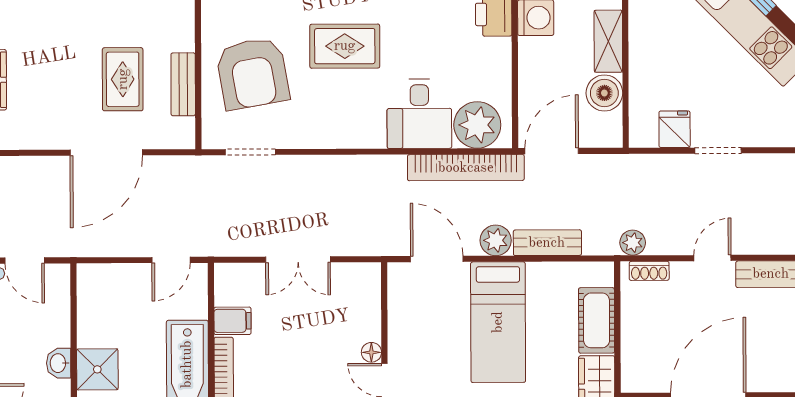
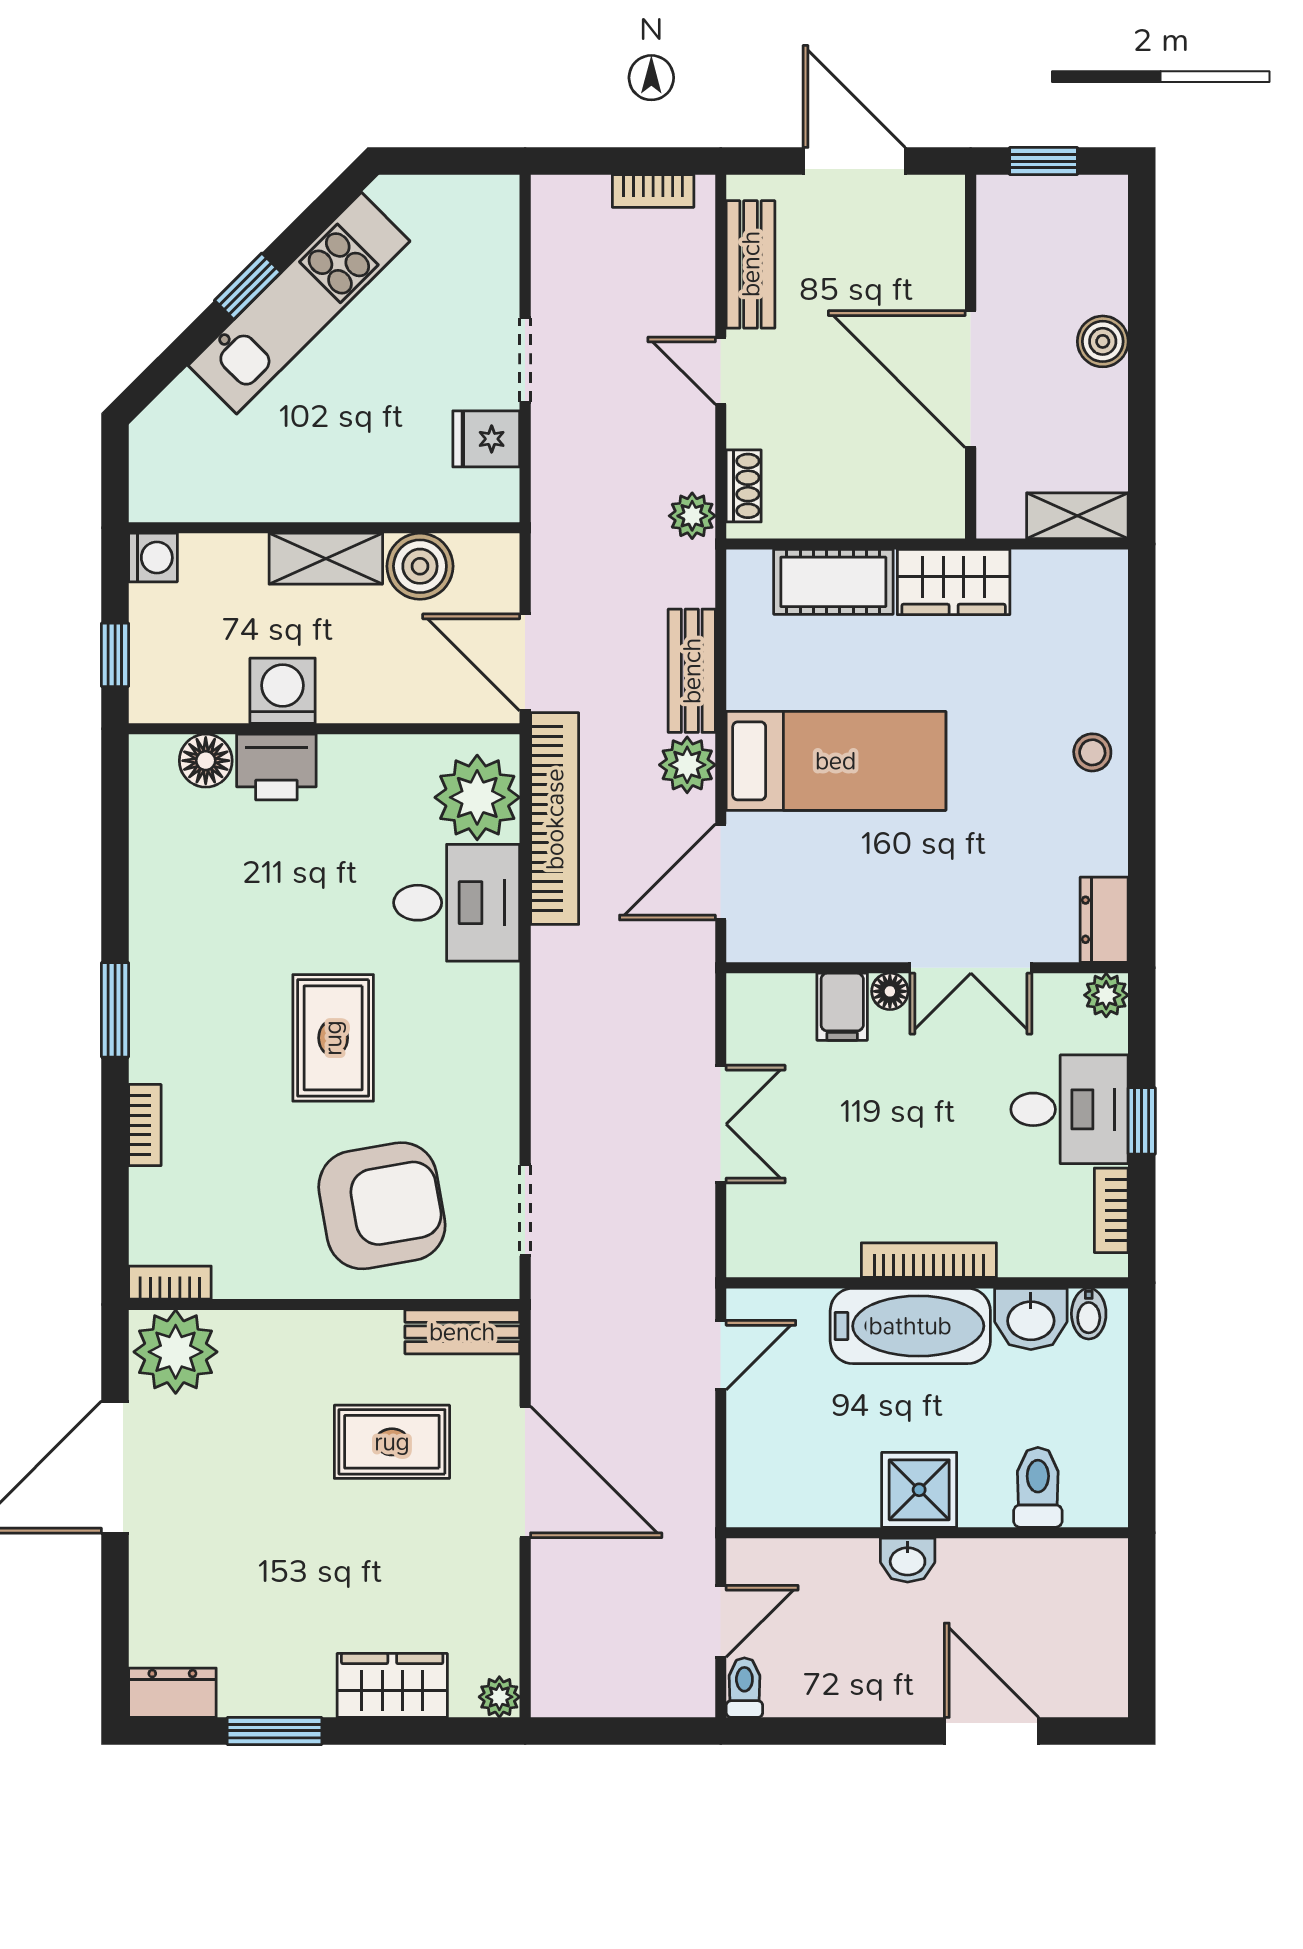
bench: (183, 84) -> (462, 1332), moved
door: (171, 260) -> (721, 1355), hinge flipped
filing cabinet: (232, 321) -> (842, 1007), moved, turned 180

